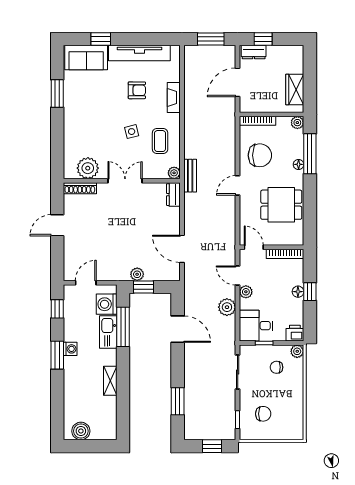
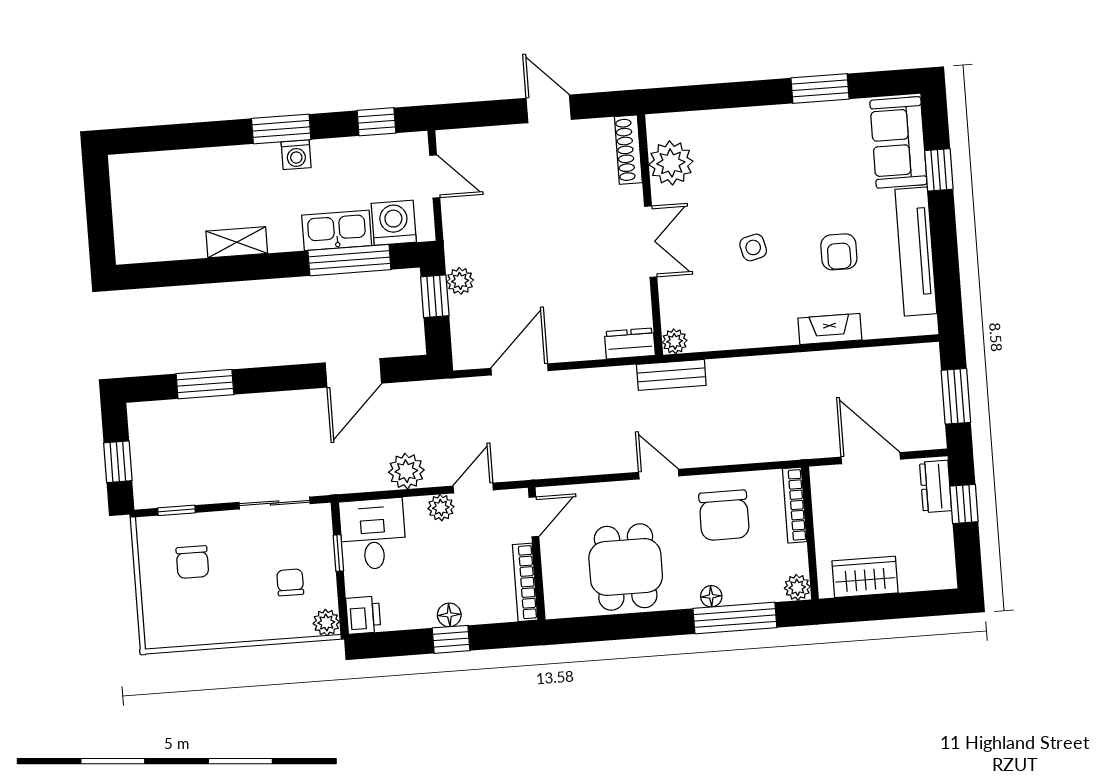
coffee table: (160, 141) -> (738, 308), removed
boiler: (81, 431) -> (129, 189), removed

